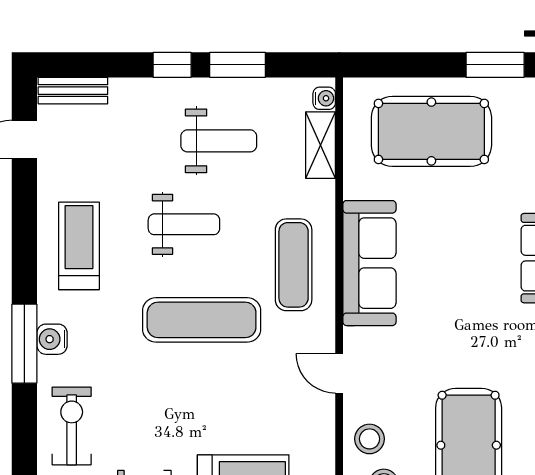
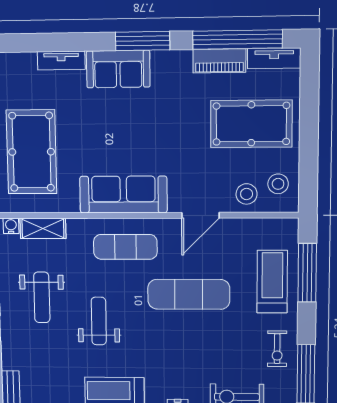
weight bench: (219, 141) -> (42, 297), turned 180
exercise mat: (202, 320) -> (189, 294), moved, turned 90
door: (339, 373) -> (200, 215), width x1.38

